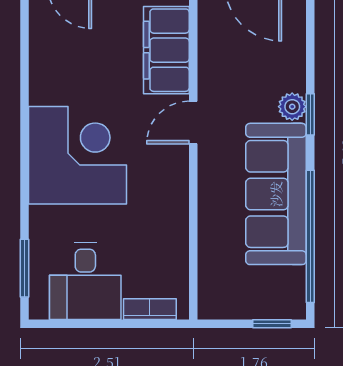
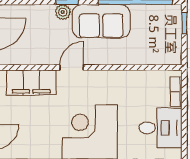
door: (193, 122) -> (72, 68), swing flipped
sofa: (276, 194) -> (101, 21), width x0.73

